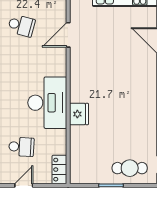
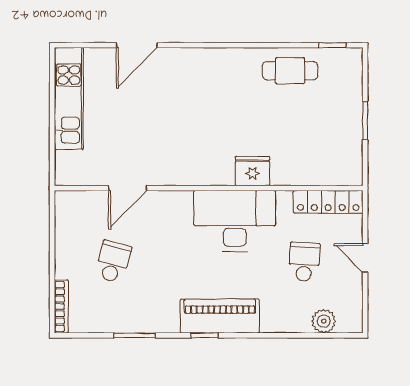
door: (68, 35) -> (128, 188), hinge flipped
cafe table: (130, 168) -> (290, 71), moved, turned 90
locker: (59, 170) -> (328, 202), width x1.53

